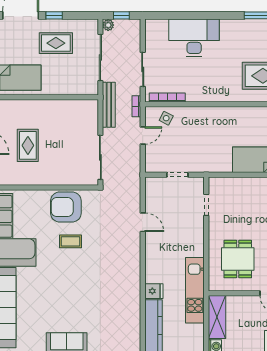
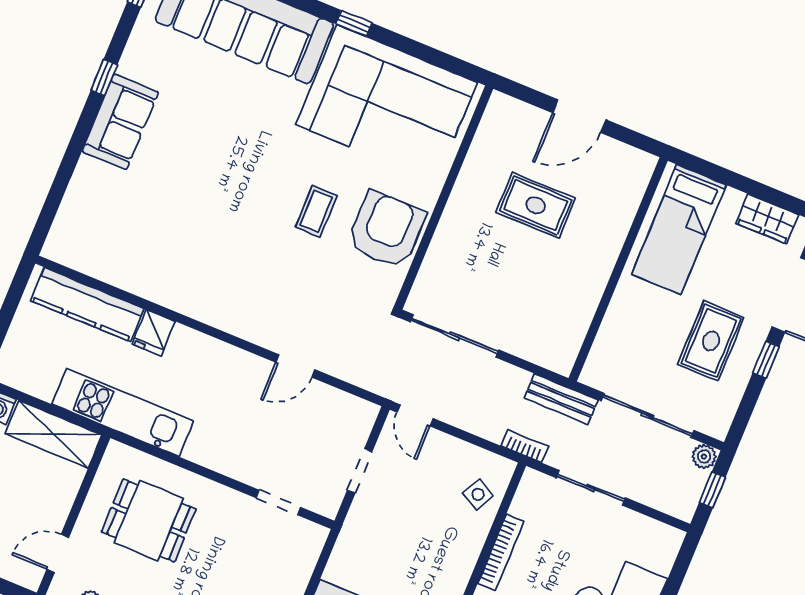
bookcase: (167, 98) -> (501, 552), moved
bench: (109, 105) -> (561, 399), width x0.73
door: (143, 136) -> (415, 415), moved

